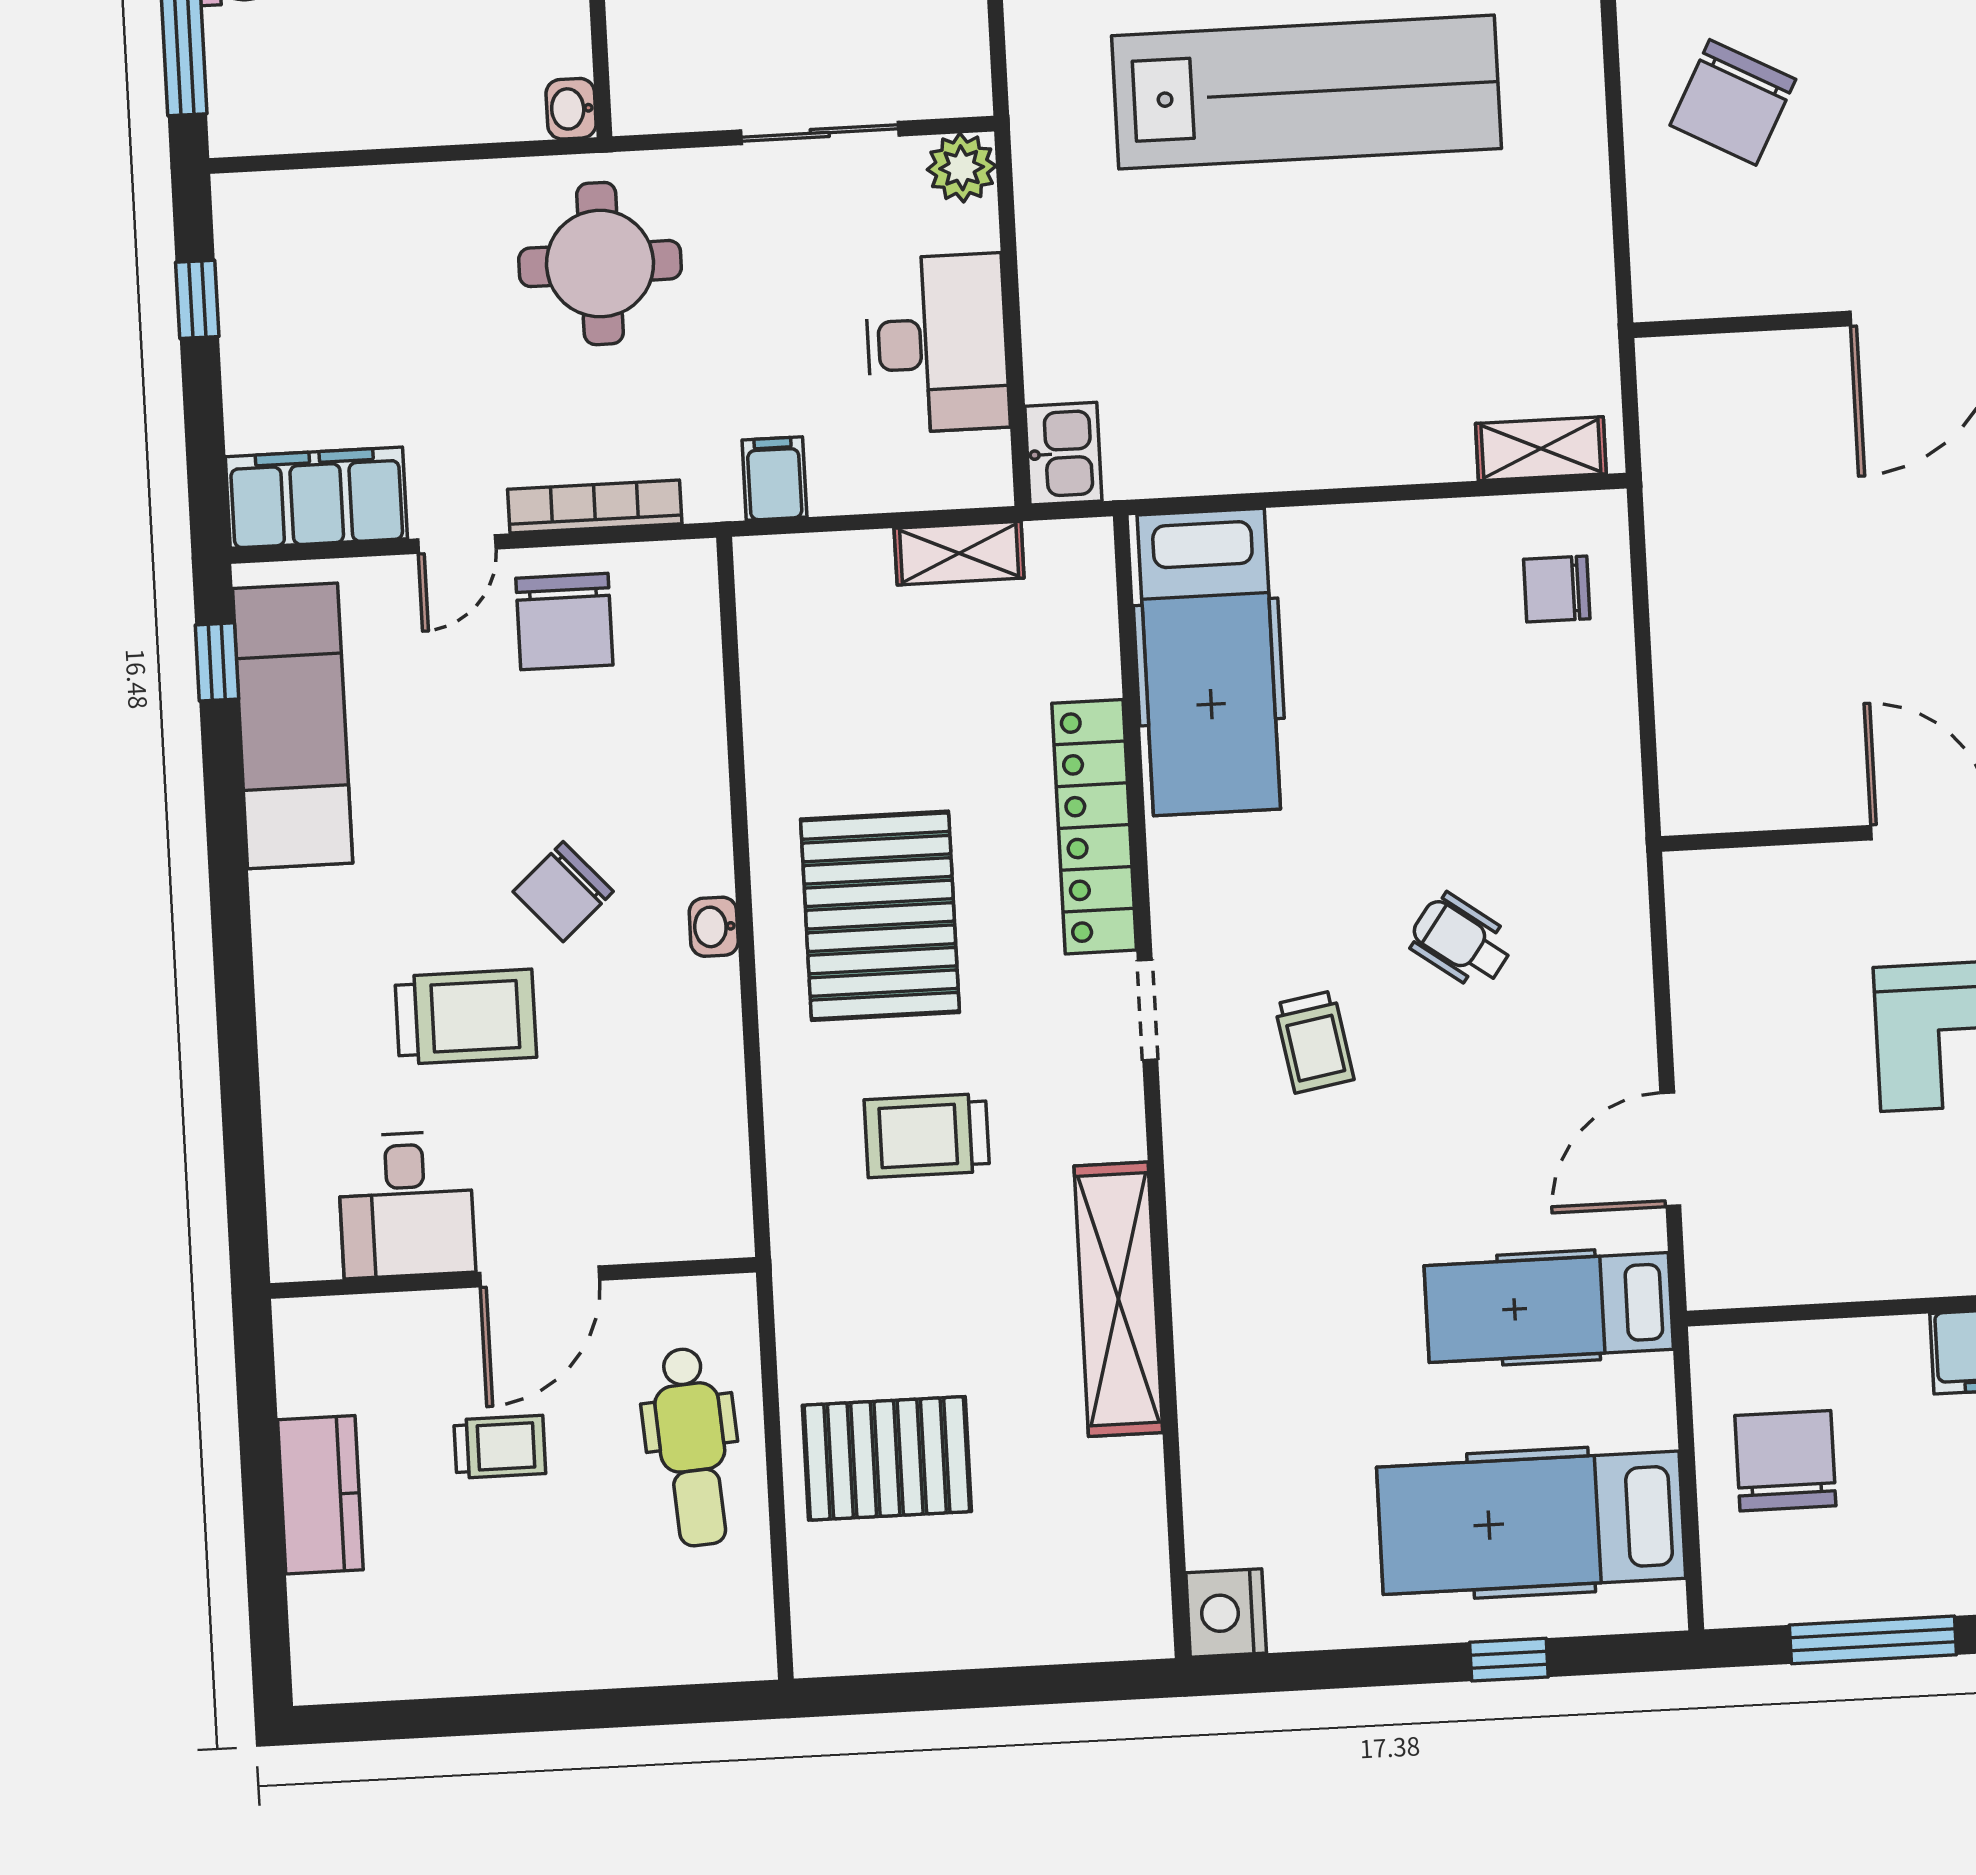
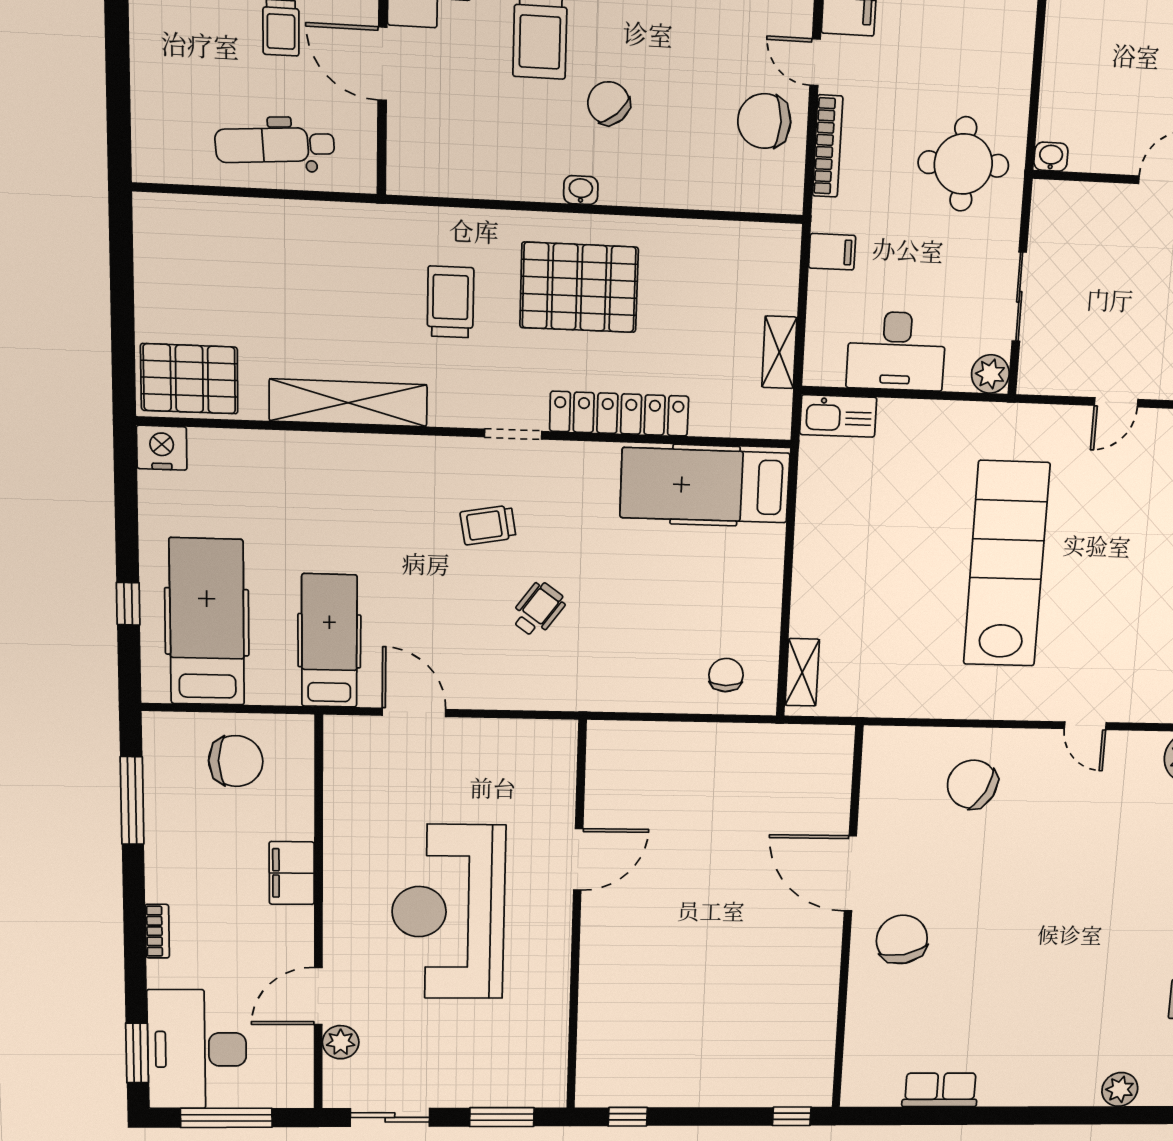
lab bench: (1307, 92) -> (1007, 564), turned 180
kitchen sink: (1063, 454) -> (838, 416), width x1.38
pallet: (887, 1458) -> (189, 379), moved, turned 90

